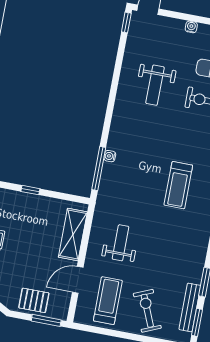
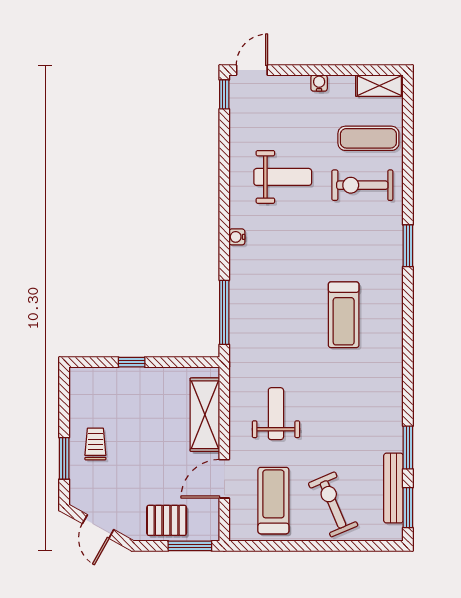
weight bench: (155, 85) -> (283, 177), turned -90
water cooler: (110, 156) -> (237, 237), moved

